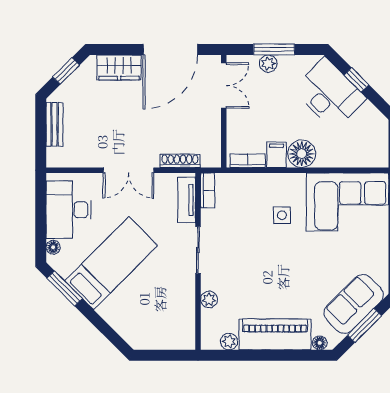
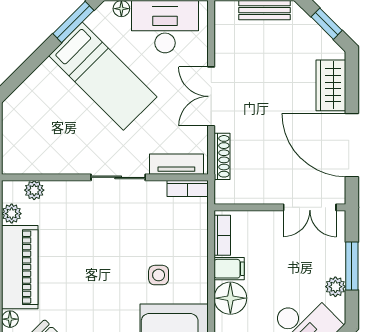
plant: (268, 63) -> (335, 287), moved
plant: (209, 299) -> (34, 190), moved

